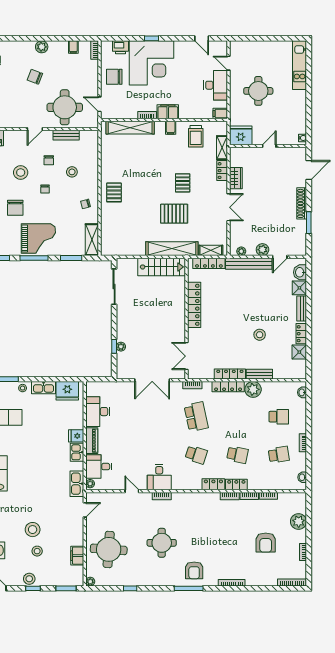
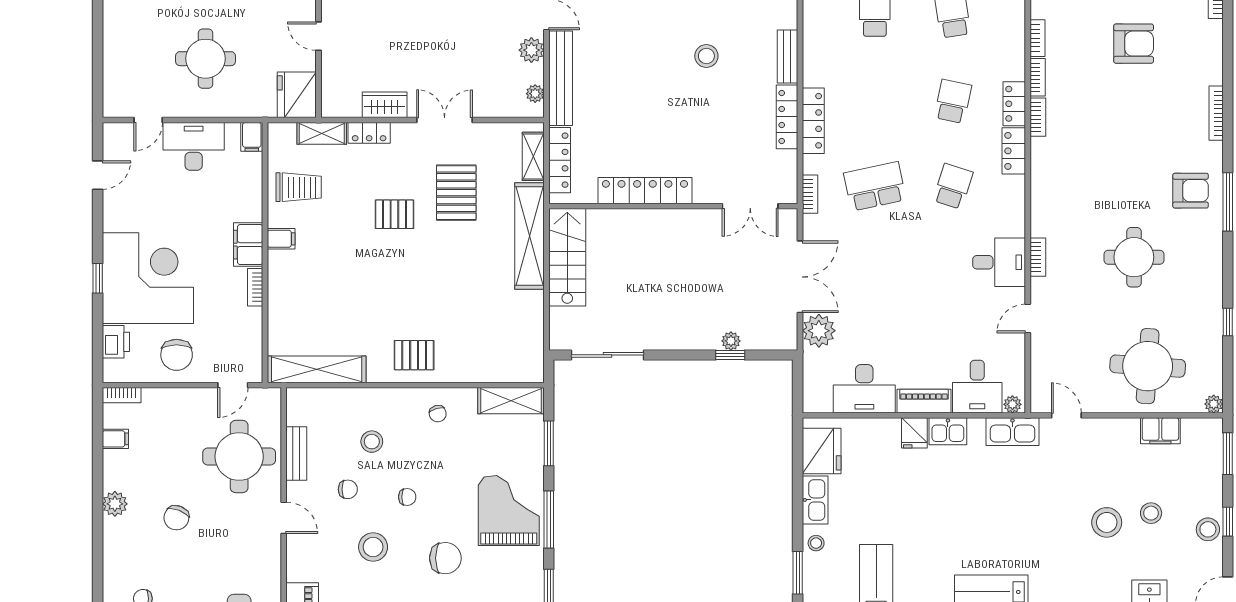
shelving: (130, 128) -> (317, 369), moved, turned 90
pallet: (174, 214) -> (456, 193), moved
plant: (253, 389) -> (819, 331), moved

